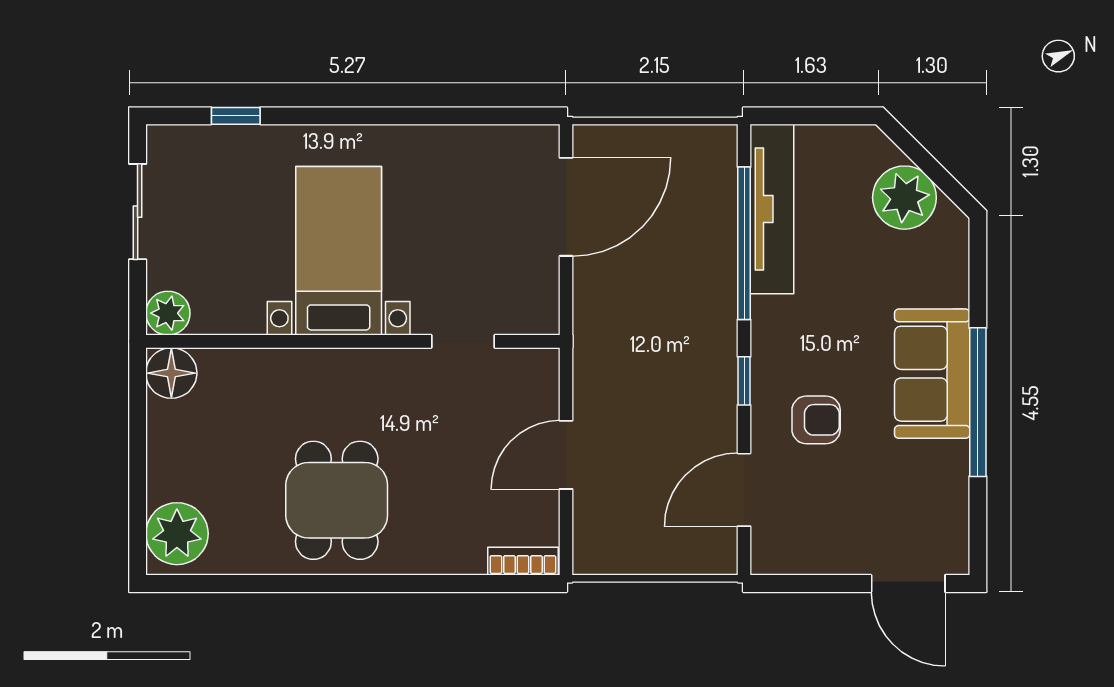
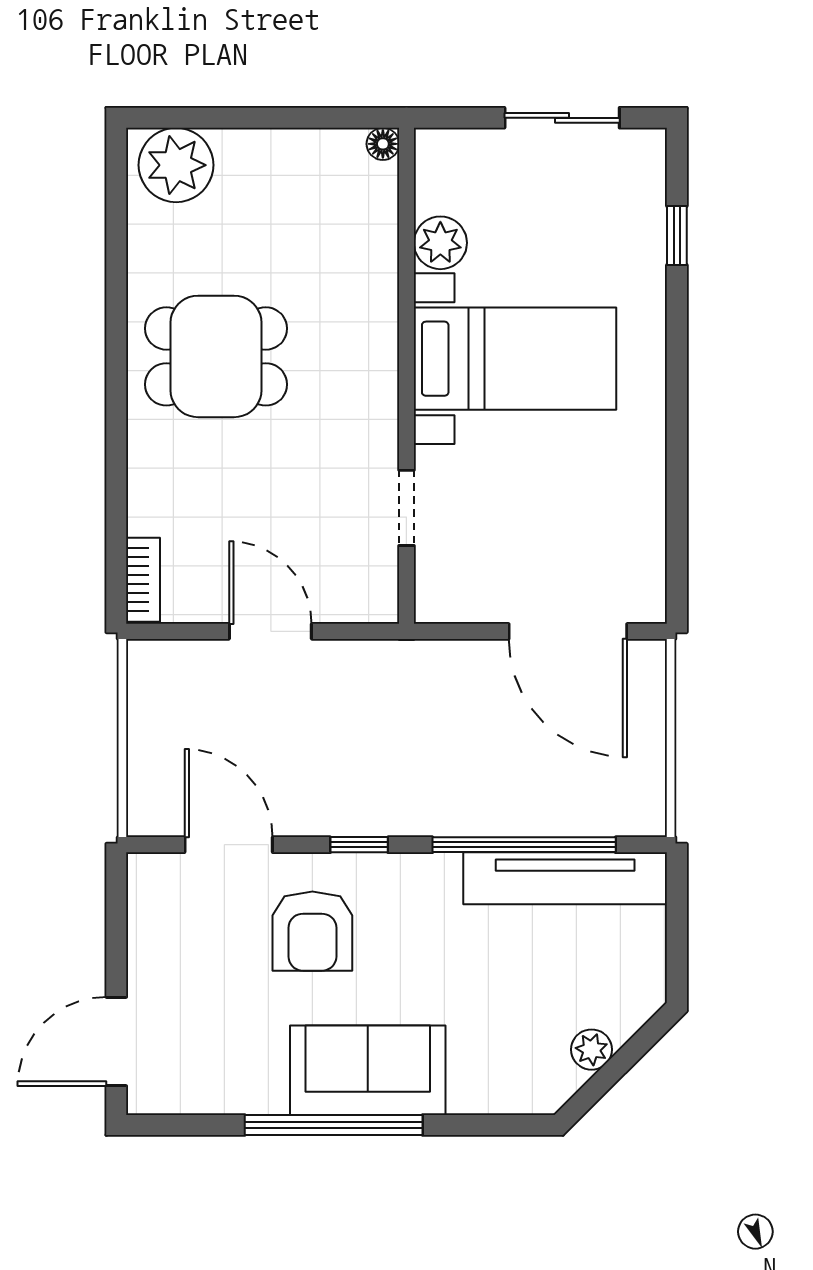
plant: (904, 198) -> (591, 1050), width x0.53, depth x0.53
plant: (168, 313) -> (440, 243), moved
floor lamp: (171, 373) -> (383, 144), width x0.53, depth x0.53
armchair: (816, 420) -> (312, 931), width x1.38, depth x1.38

